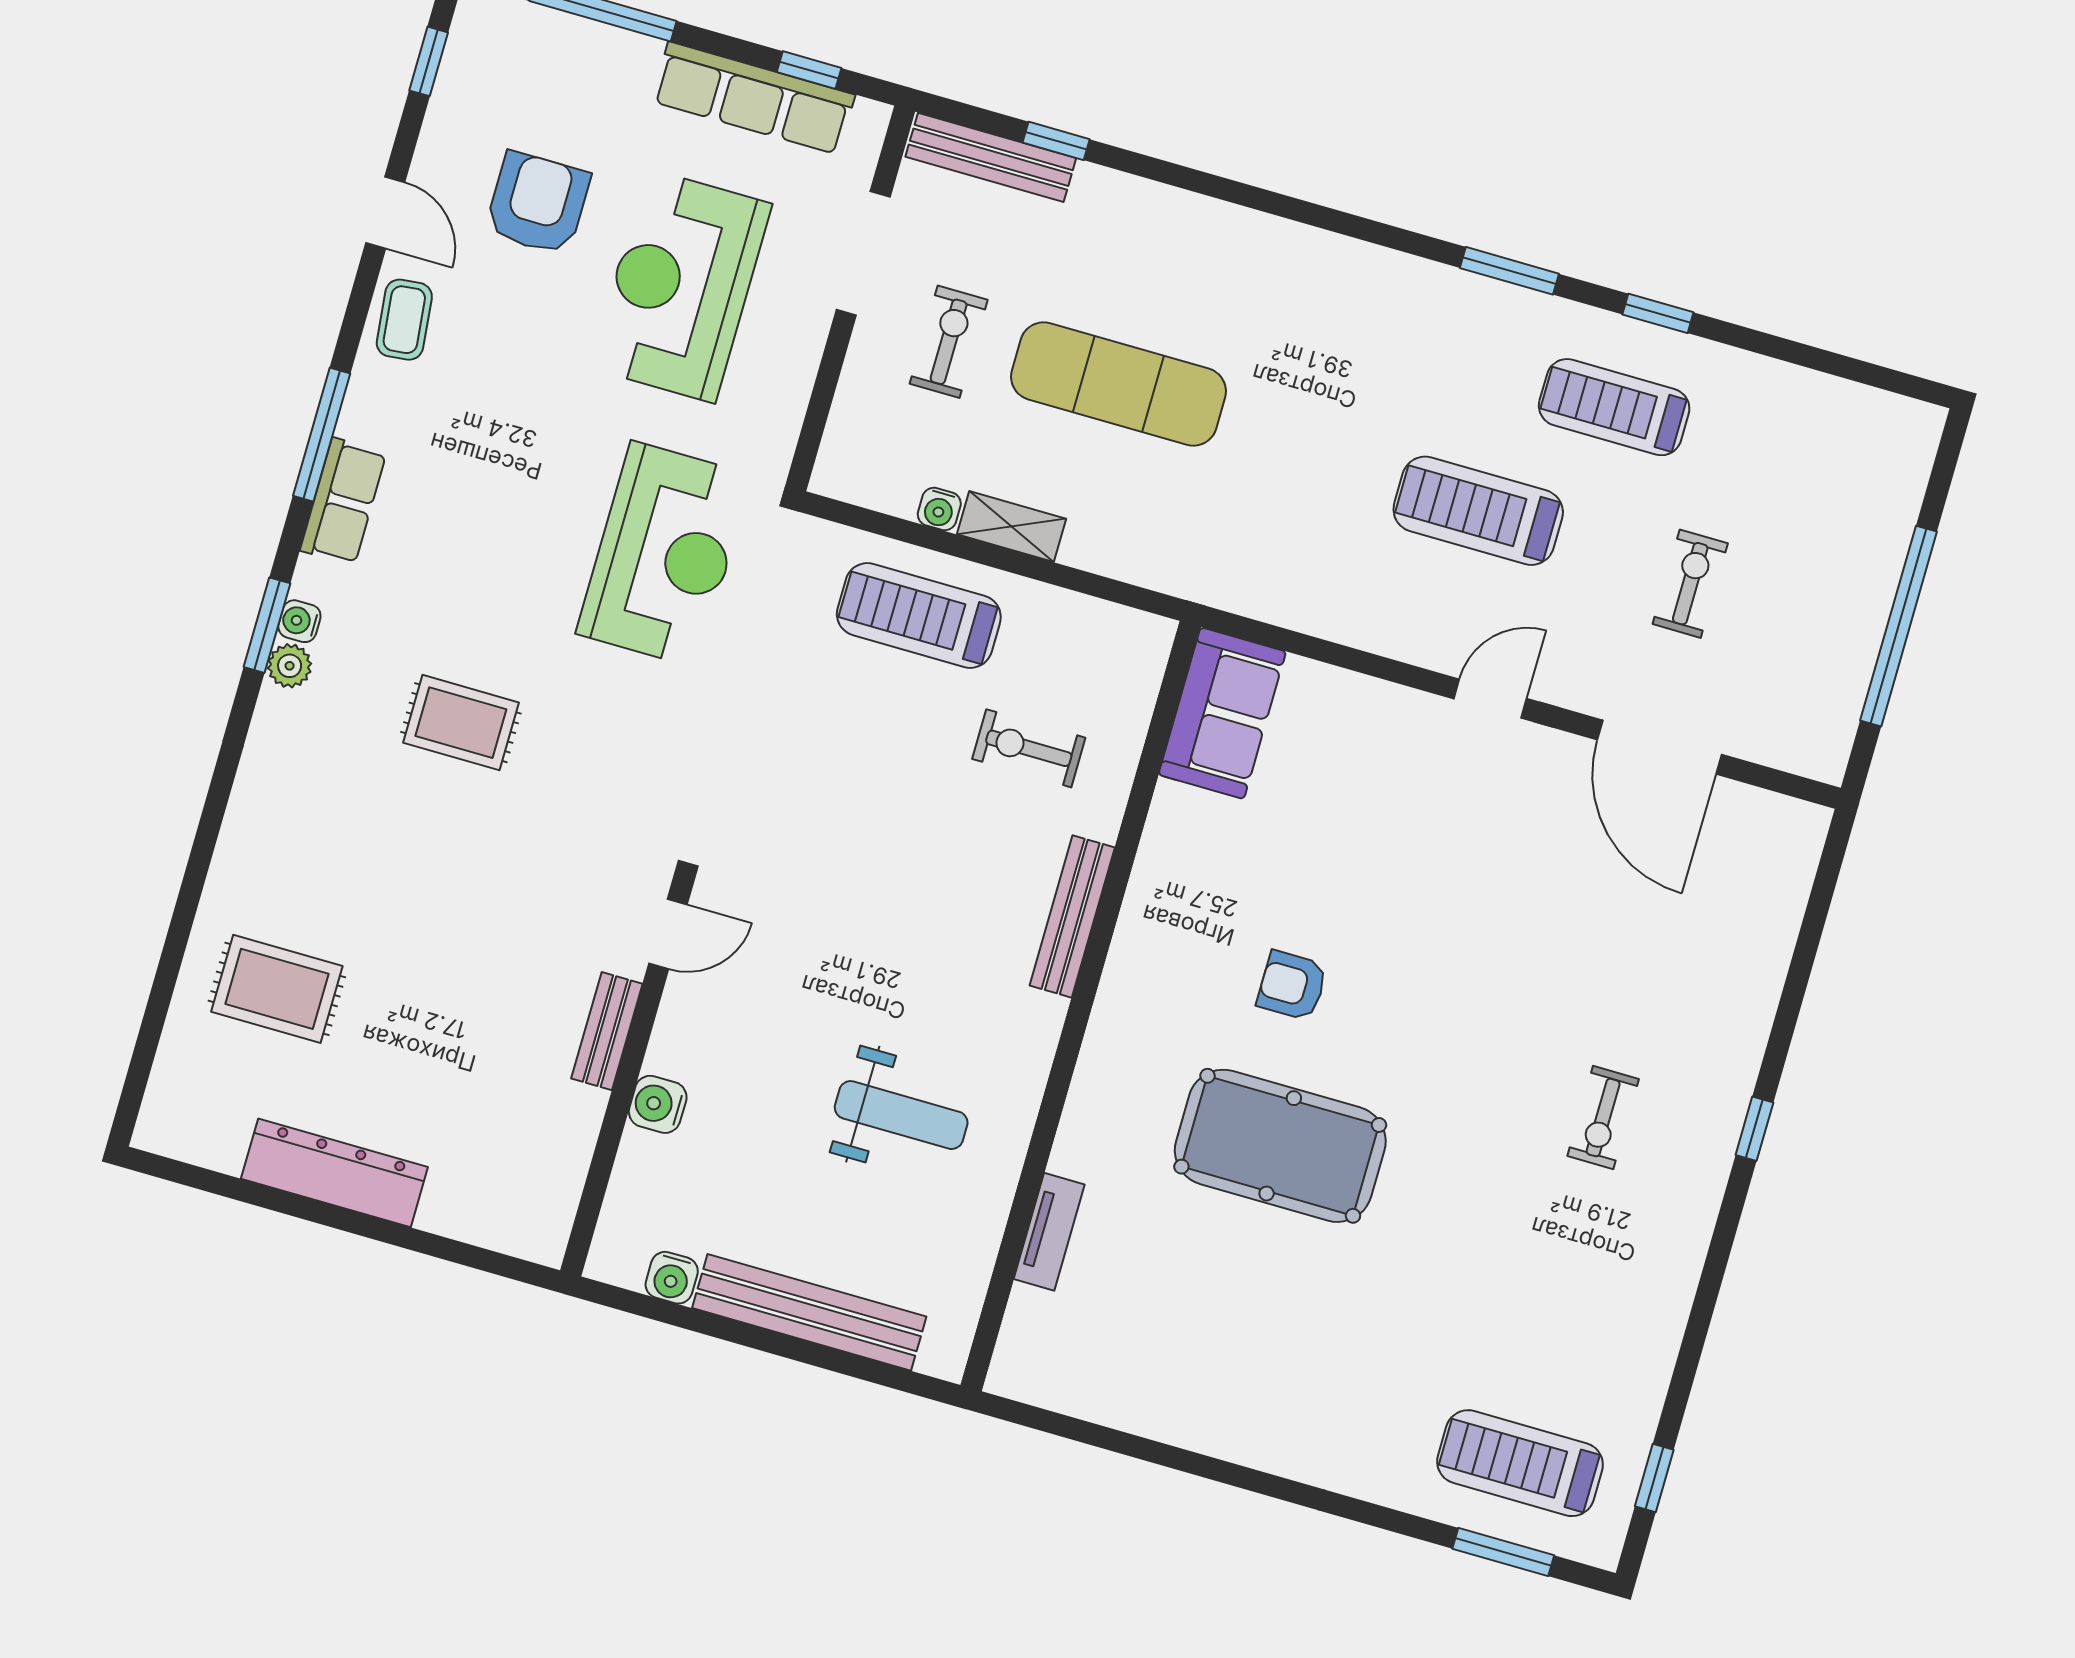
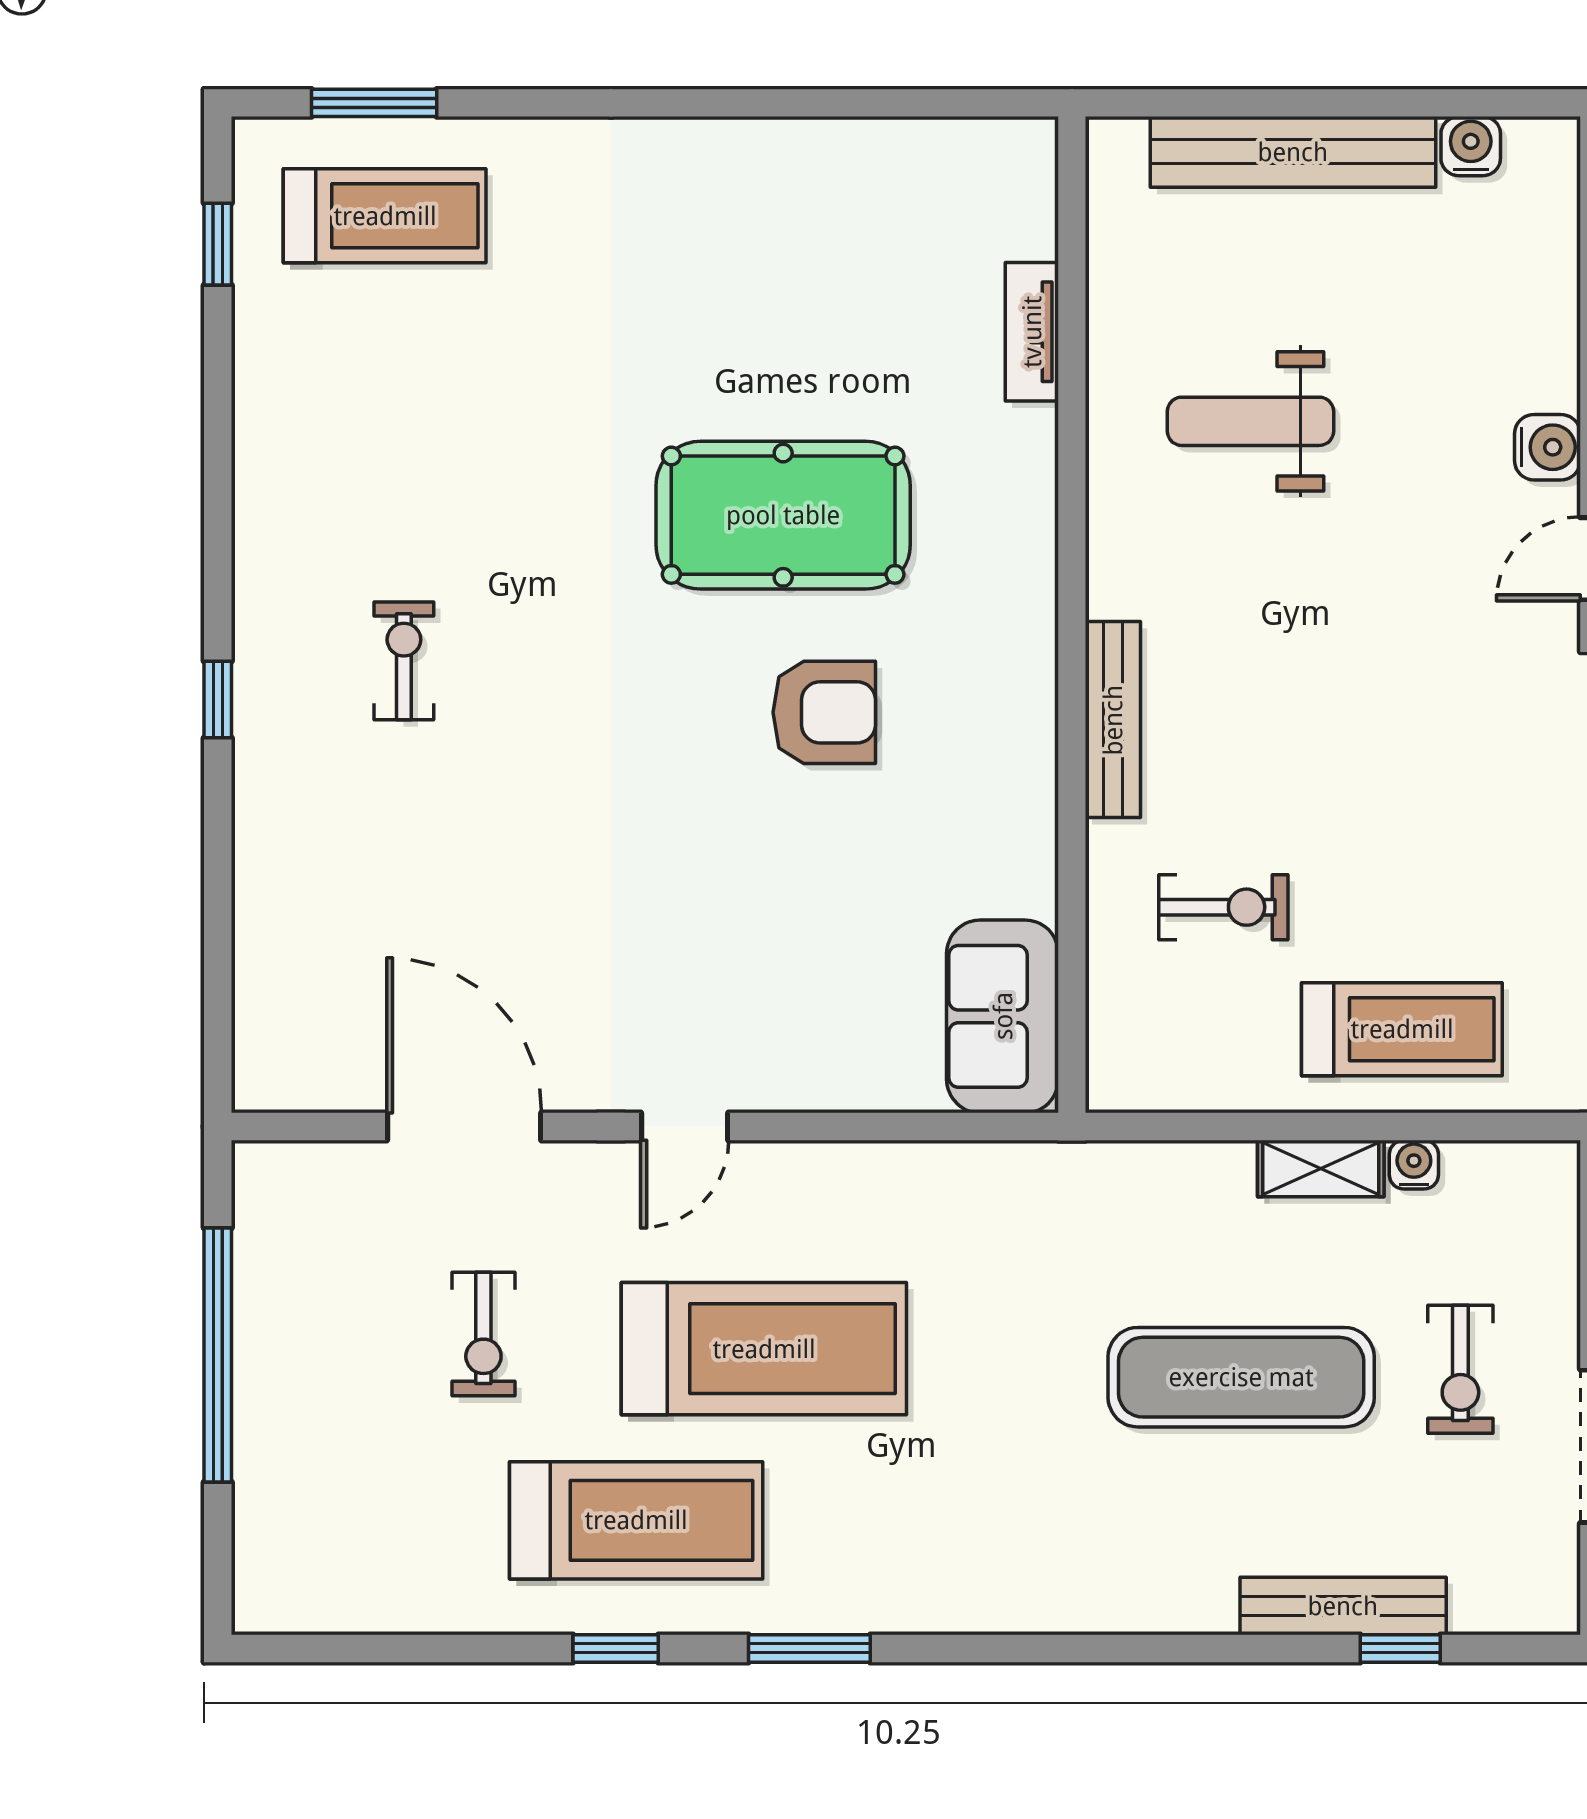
bench: (991, 157) -> (1343, 1606), moved
treadmill: (1614, 407) -> (636, 1520), width x1.37, depth x1.38
treadmill: (1478, 511) -> (764, 1349), width x1.37, depth x1.38
armchair: (1292, 986) -> (824, 712), width x1.38, depth x1.38
water cooler: (658, 1104) -> (1547, 447), moved

